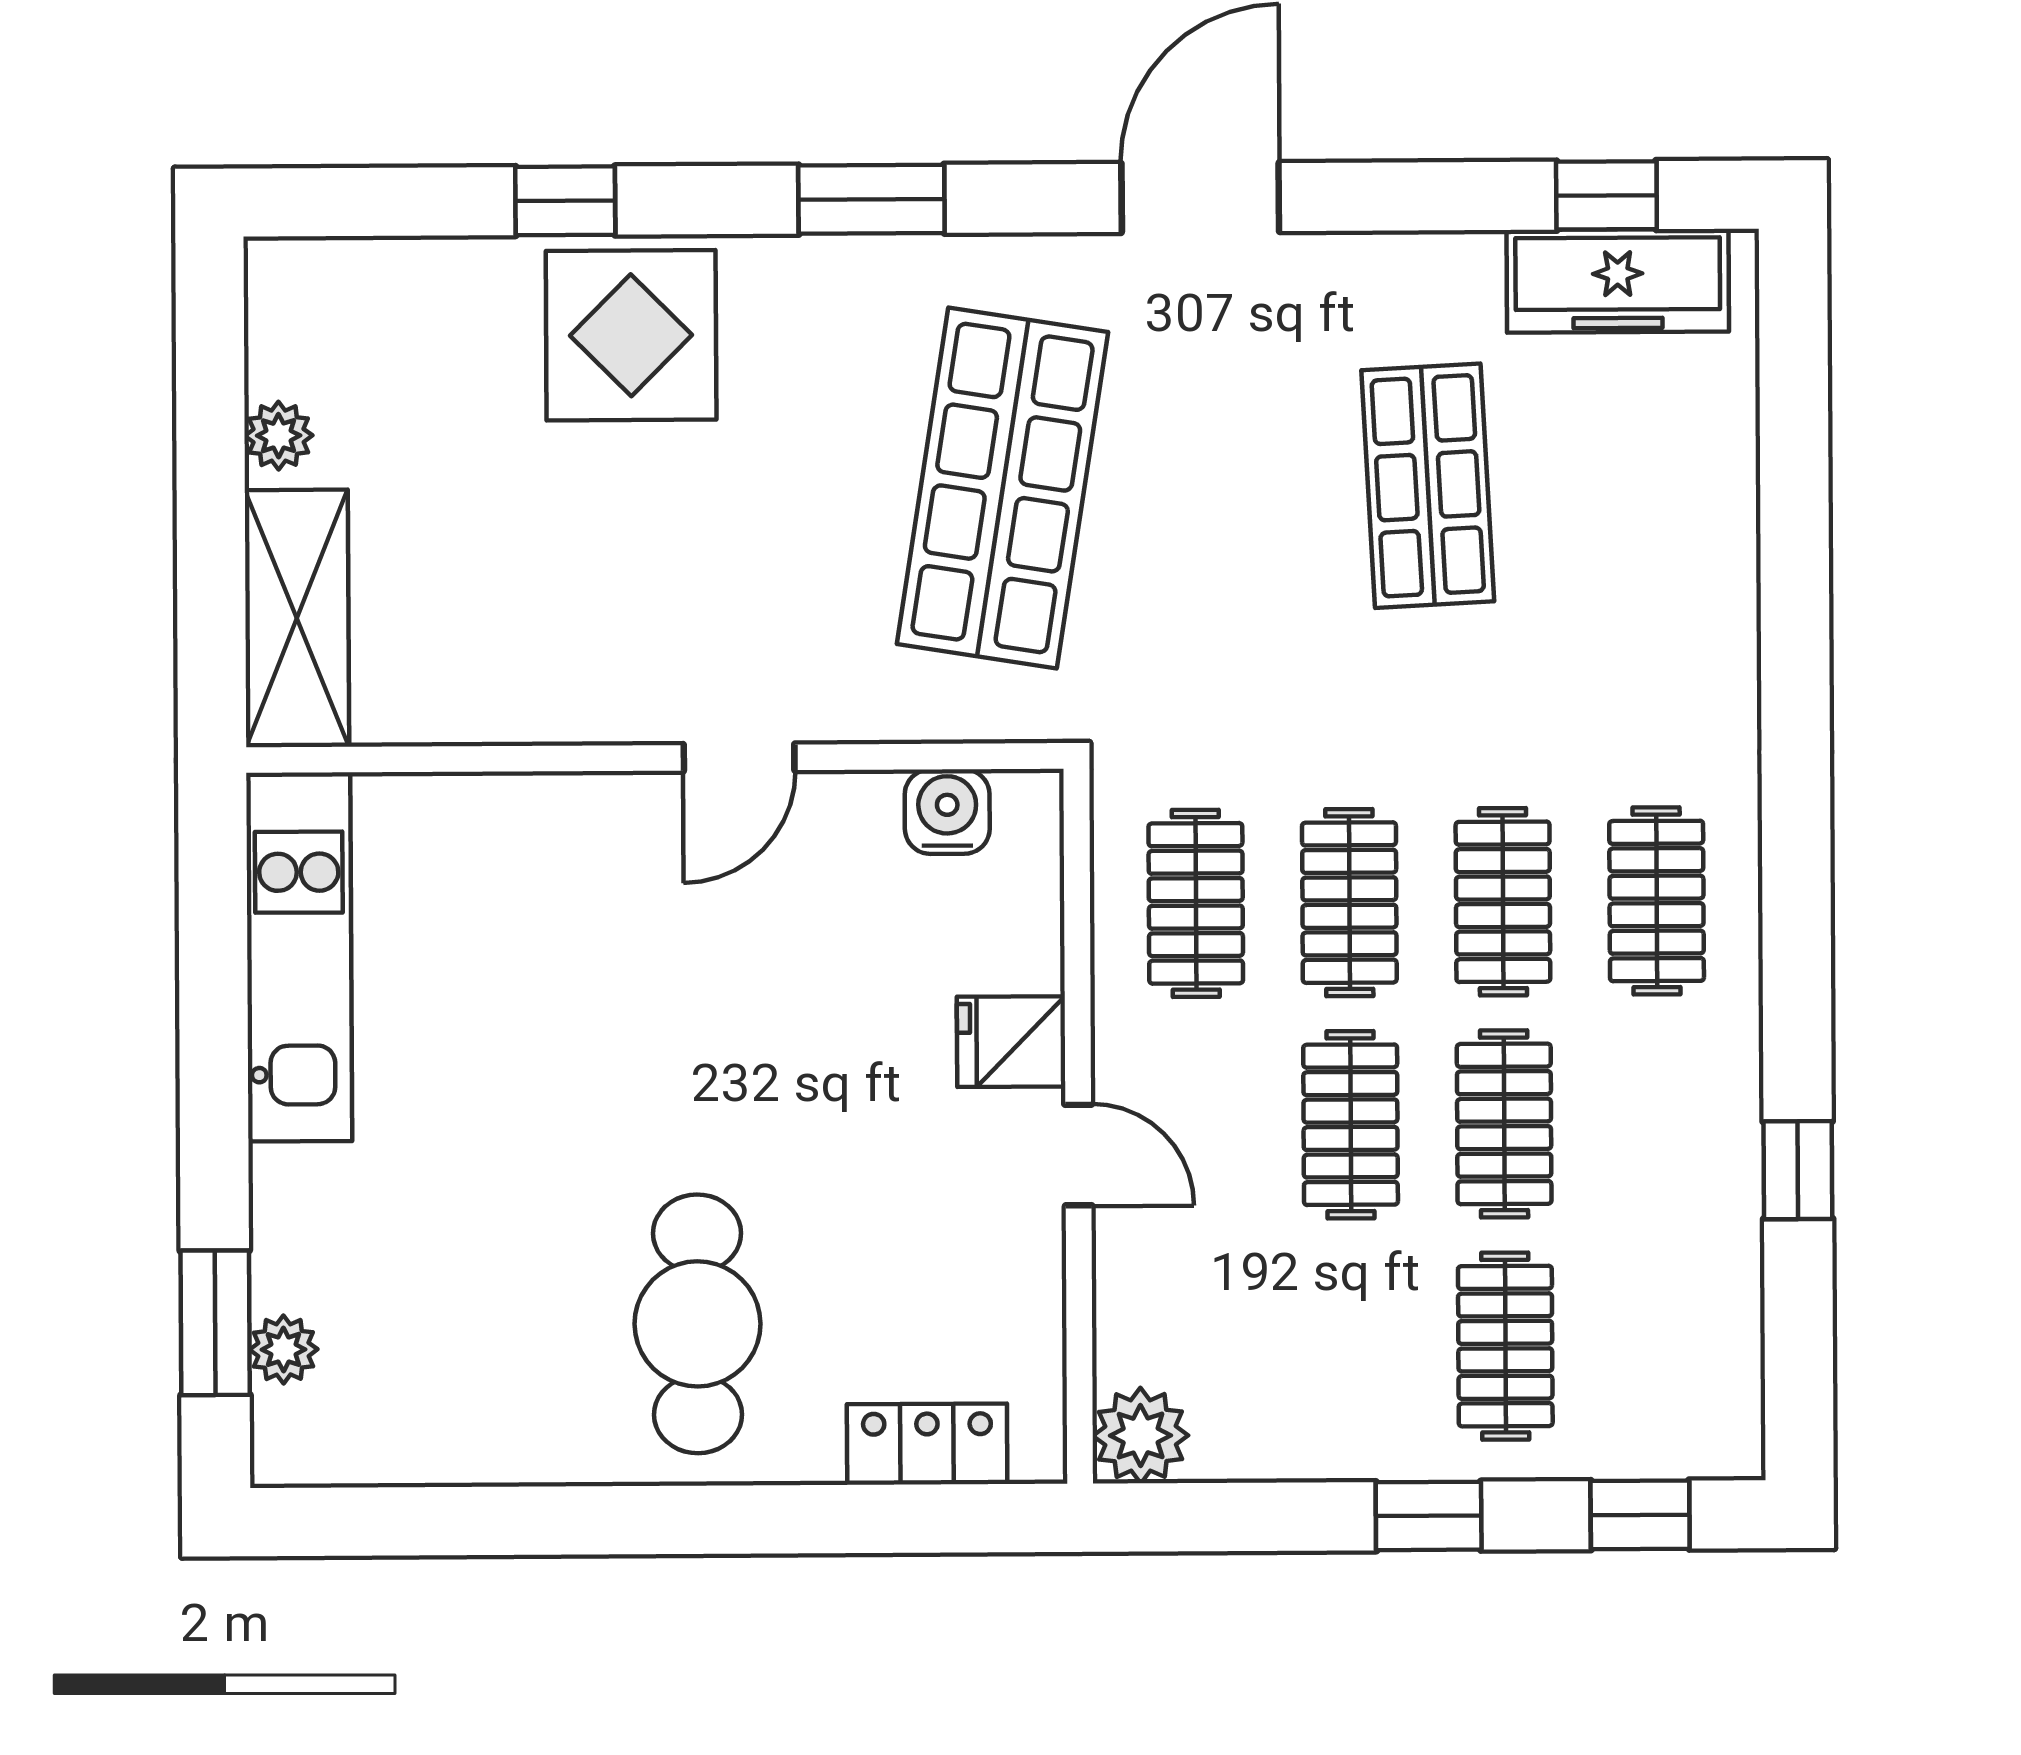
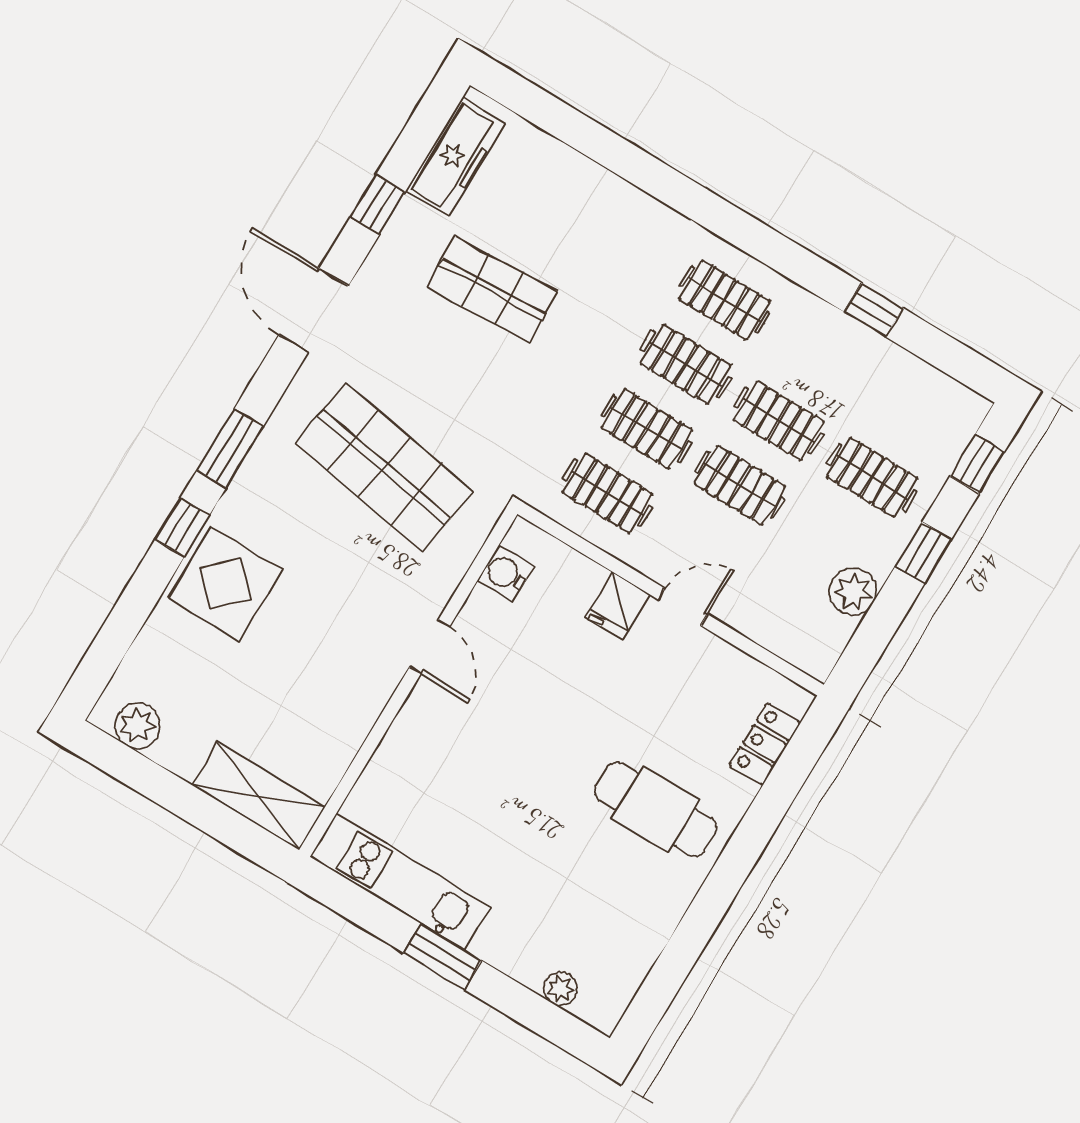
window: (1606, 195) -> (378, 205), moved
window: (565, 201) -> (182, 527), moved
plant: (279, 436) -> (138, 726), moved, width x1.38, depth x1.38
window: (215, 1323) -> (442, 957), moved
plant: (1141, 1436) -> (853, 592), moved

